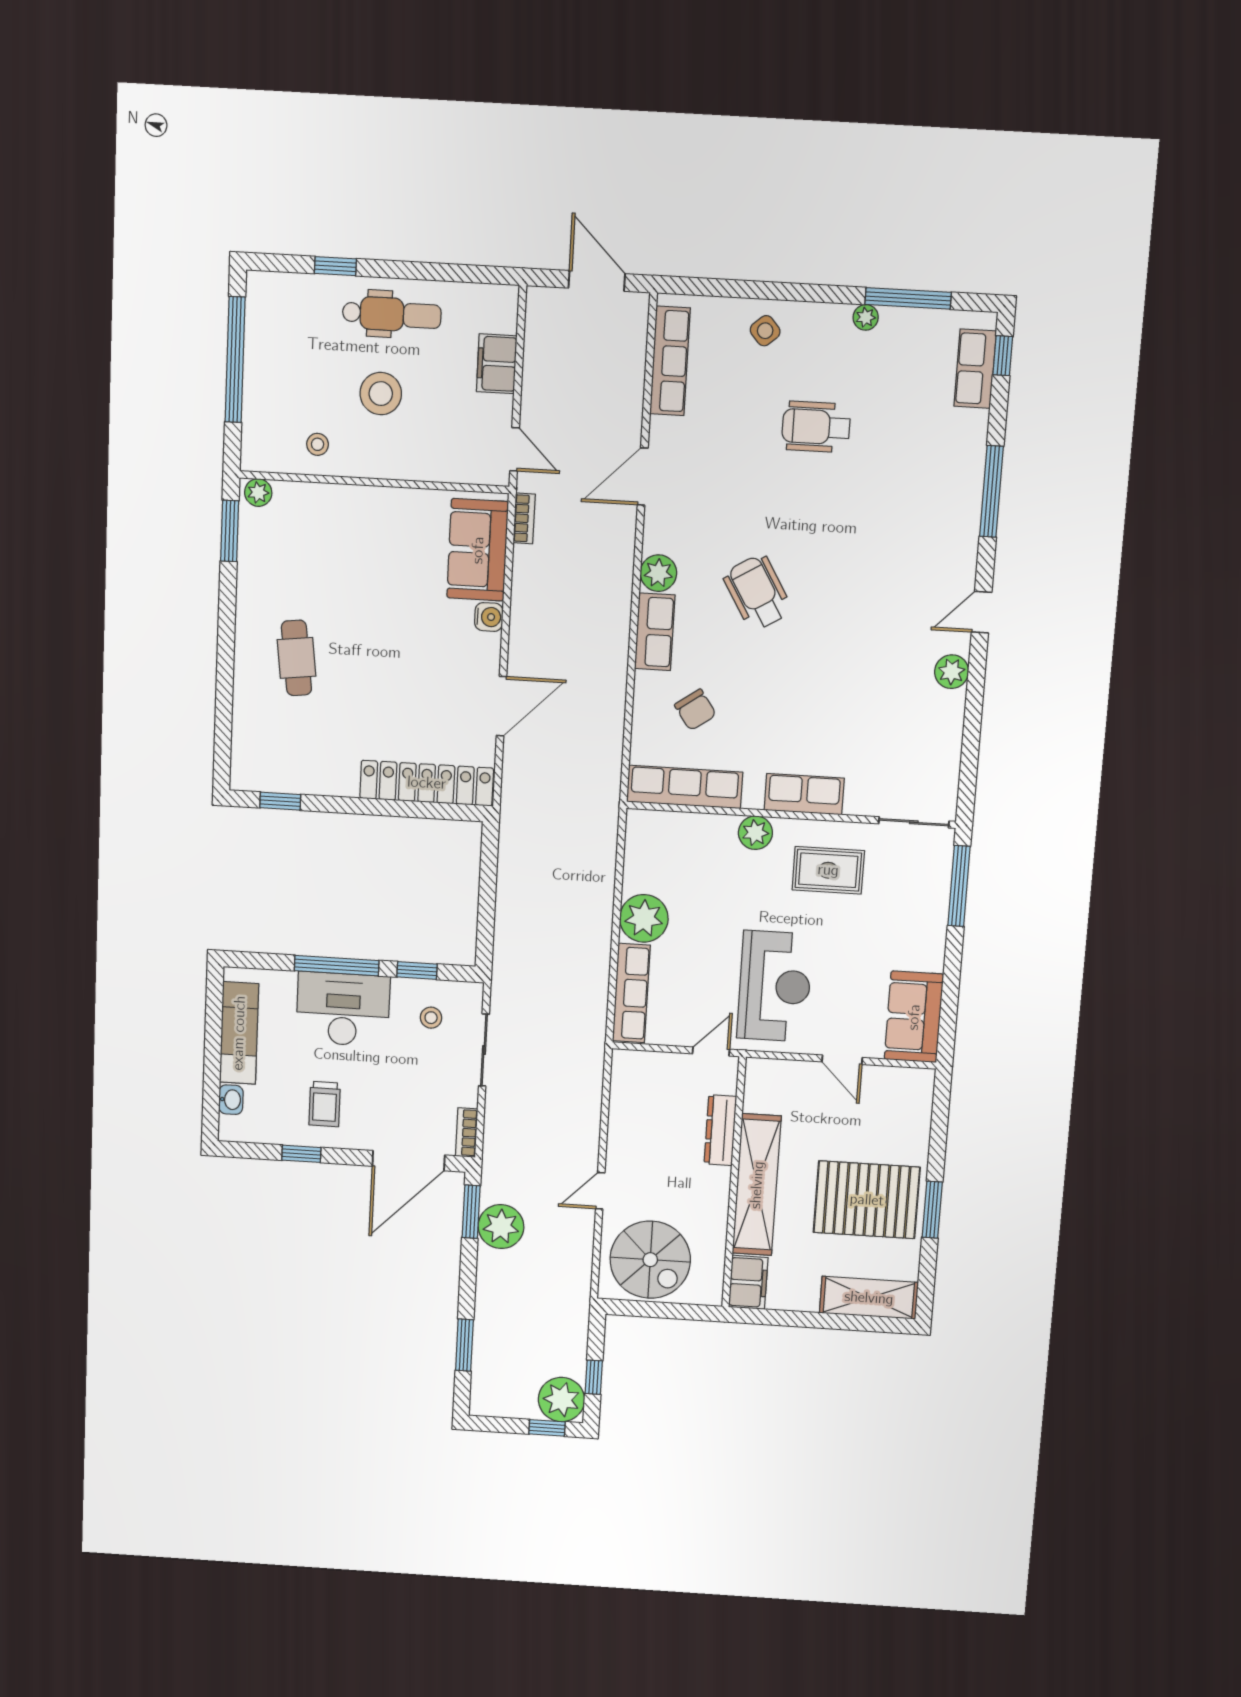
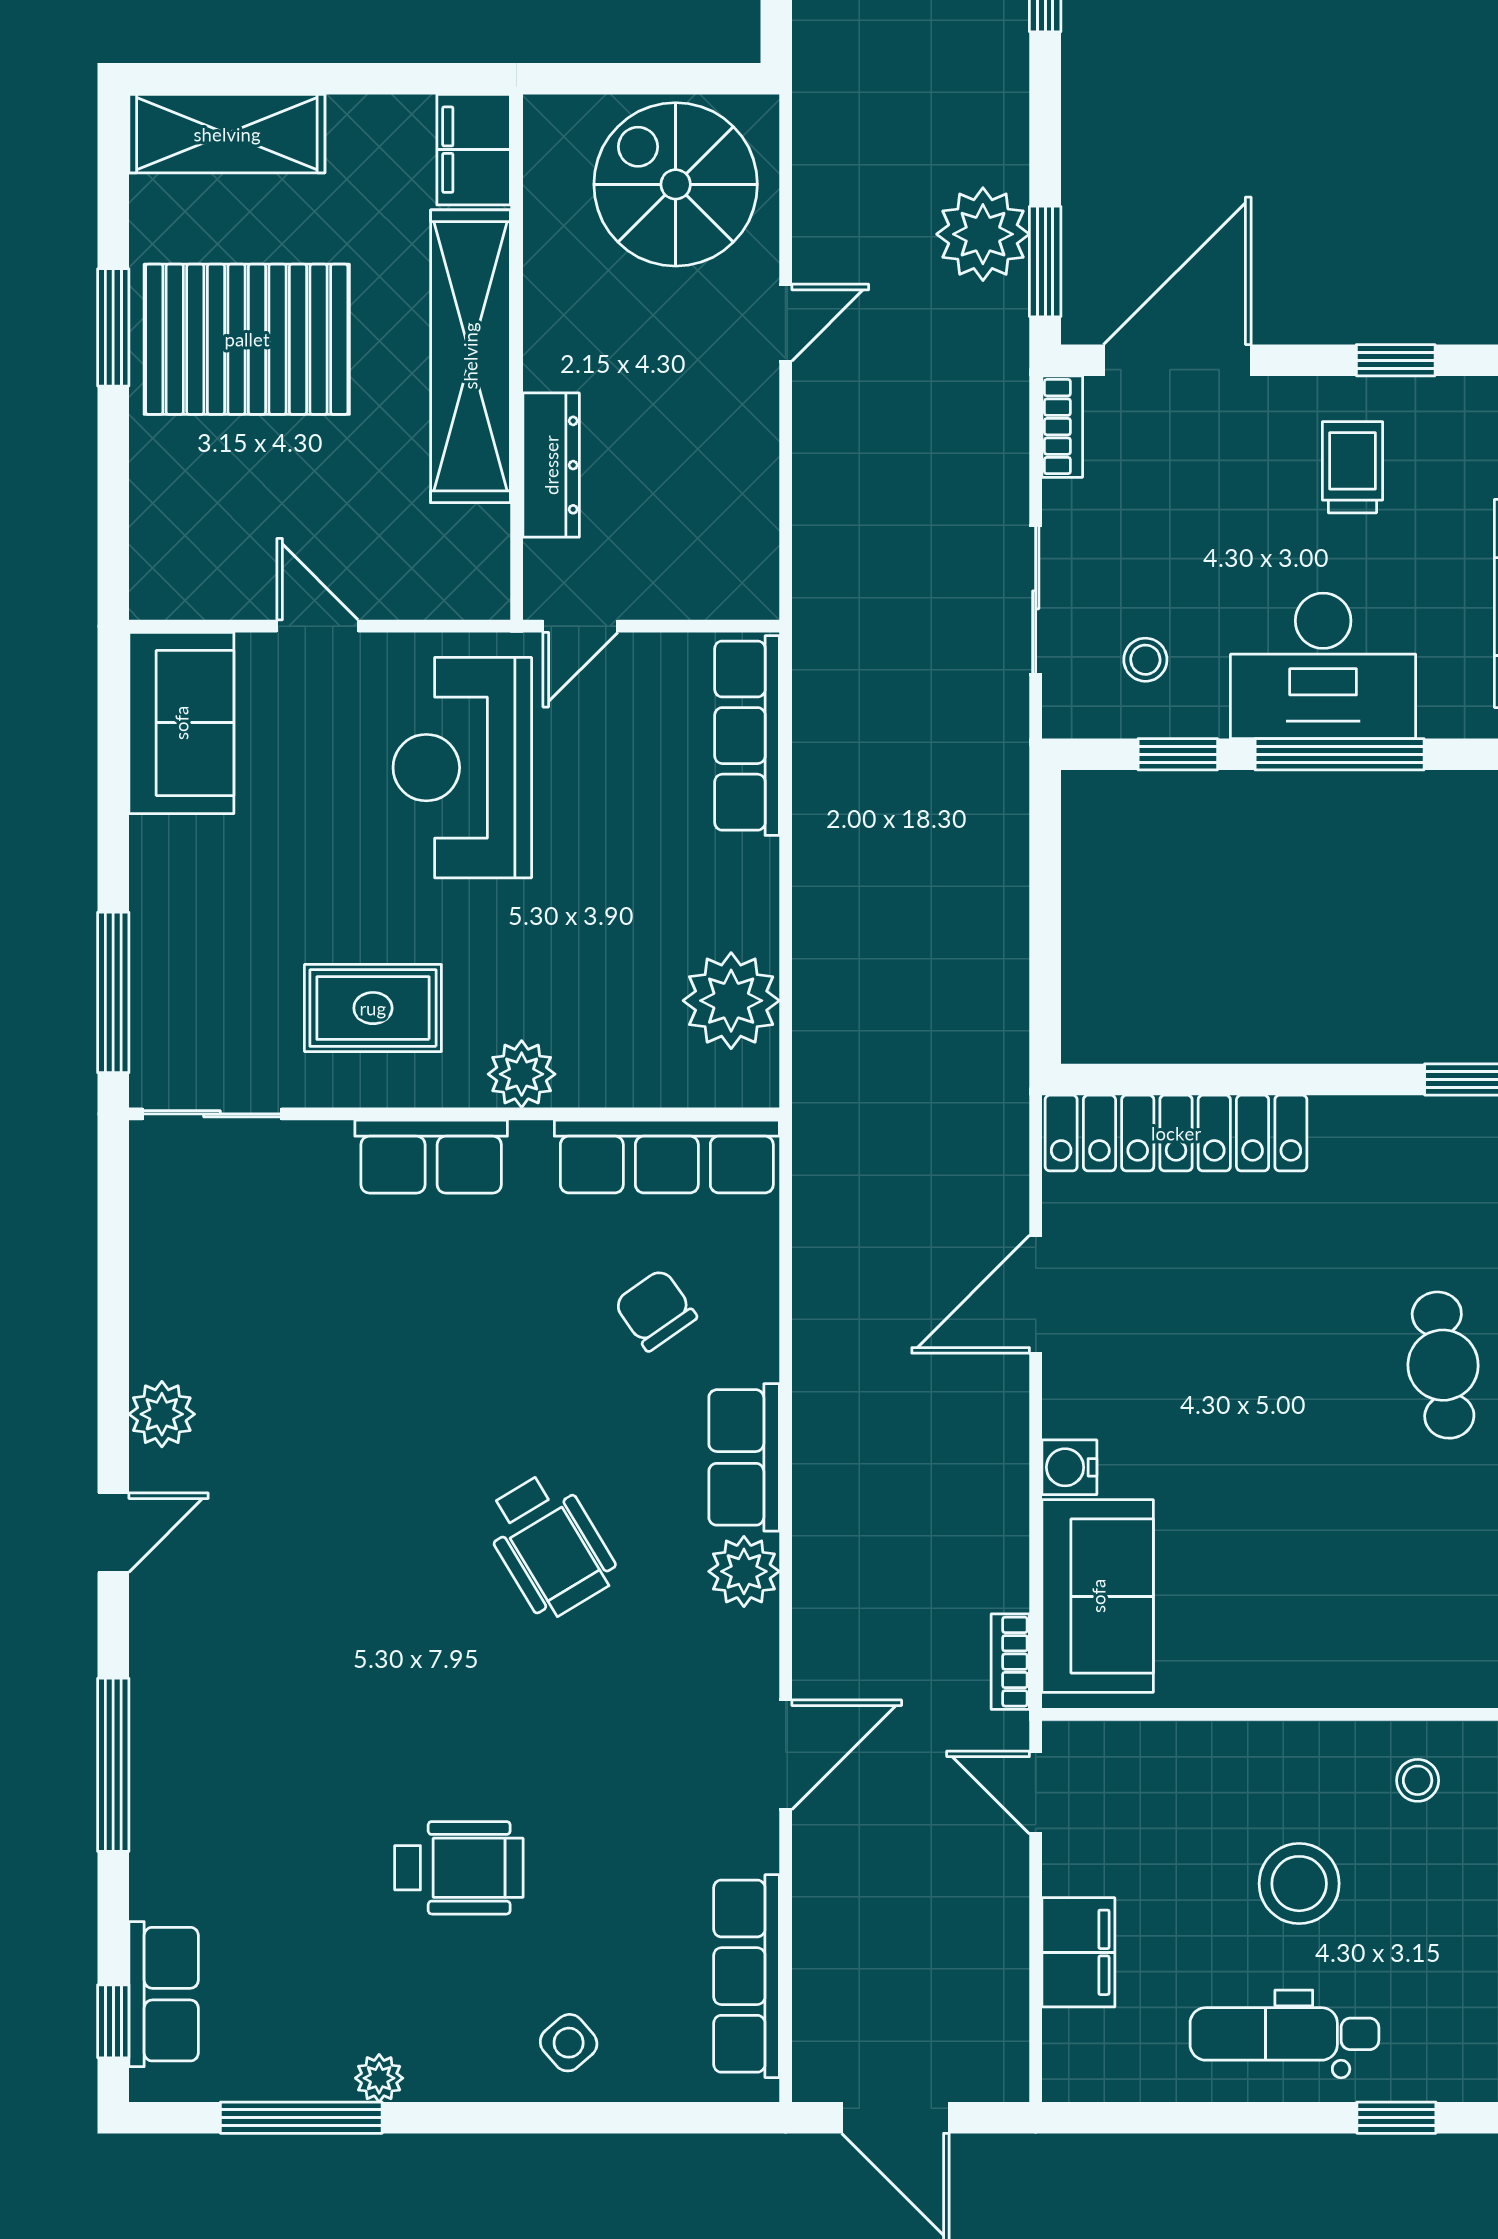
plant: (644, 918) -> (731, 1001), moved

